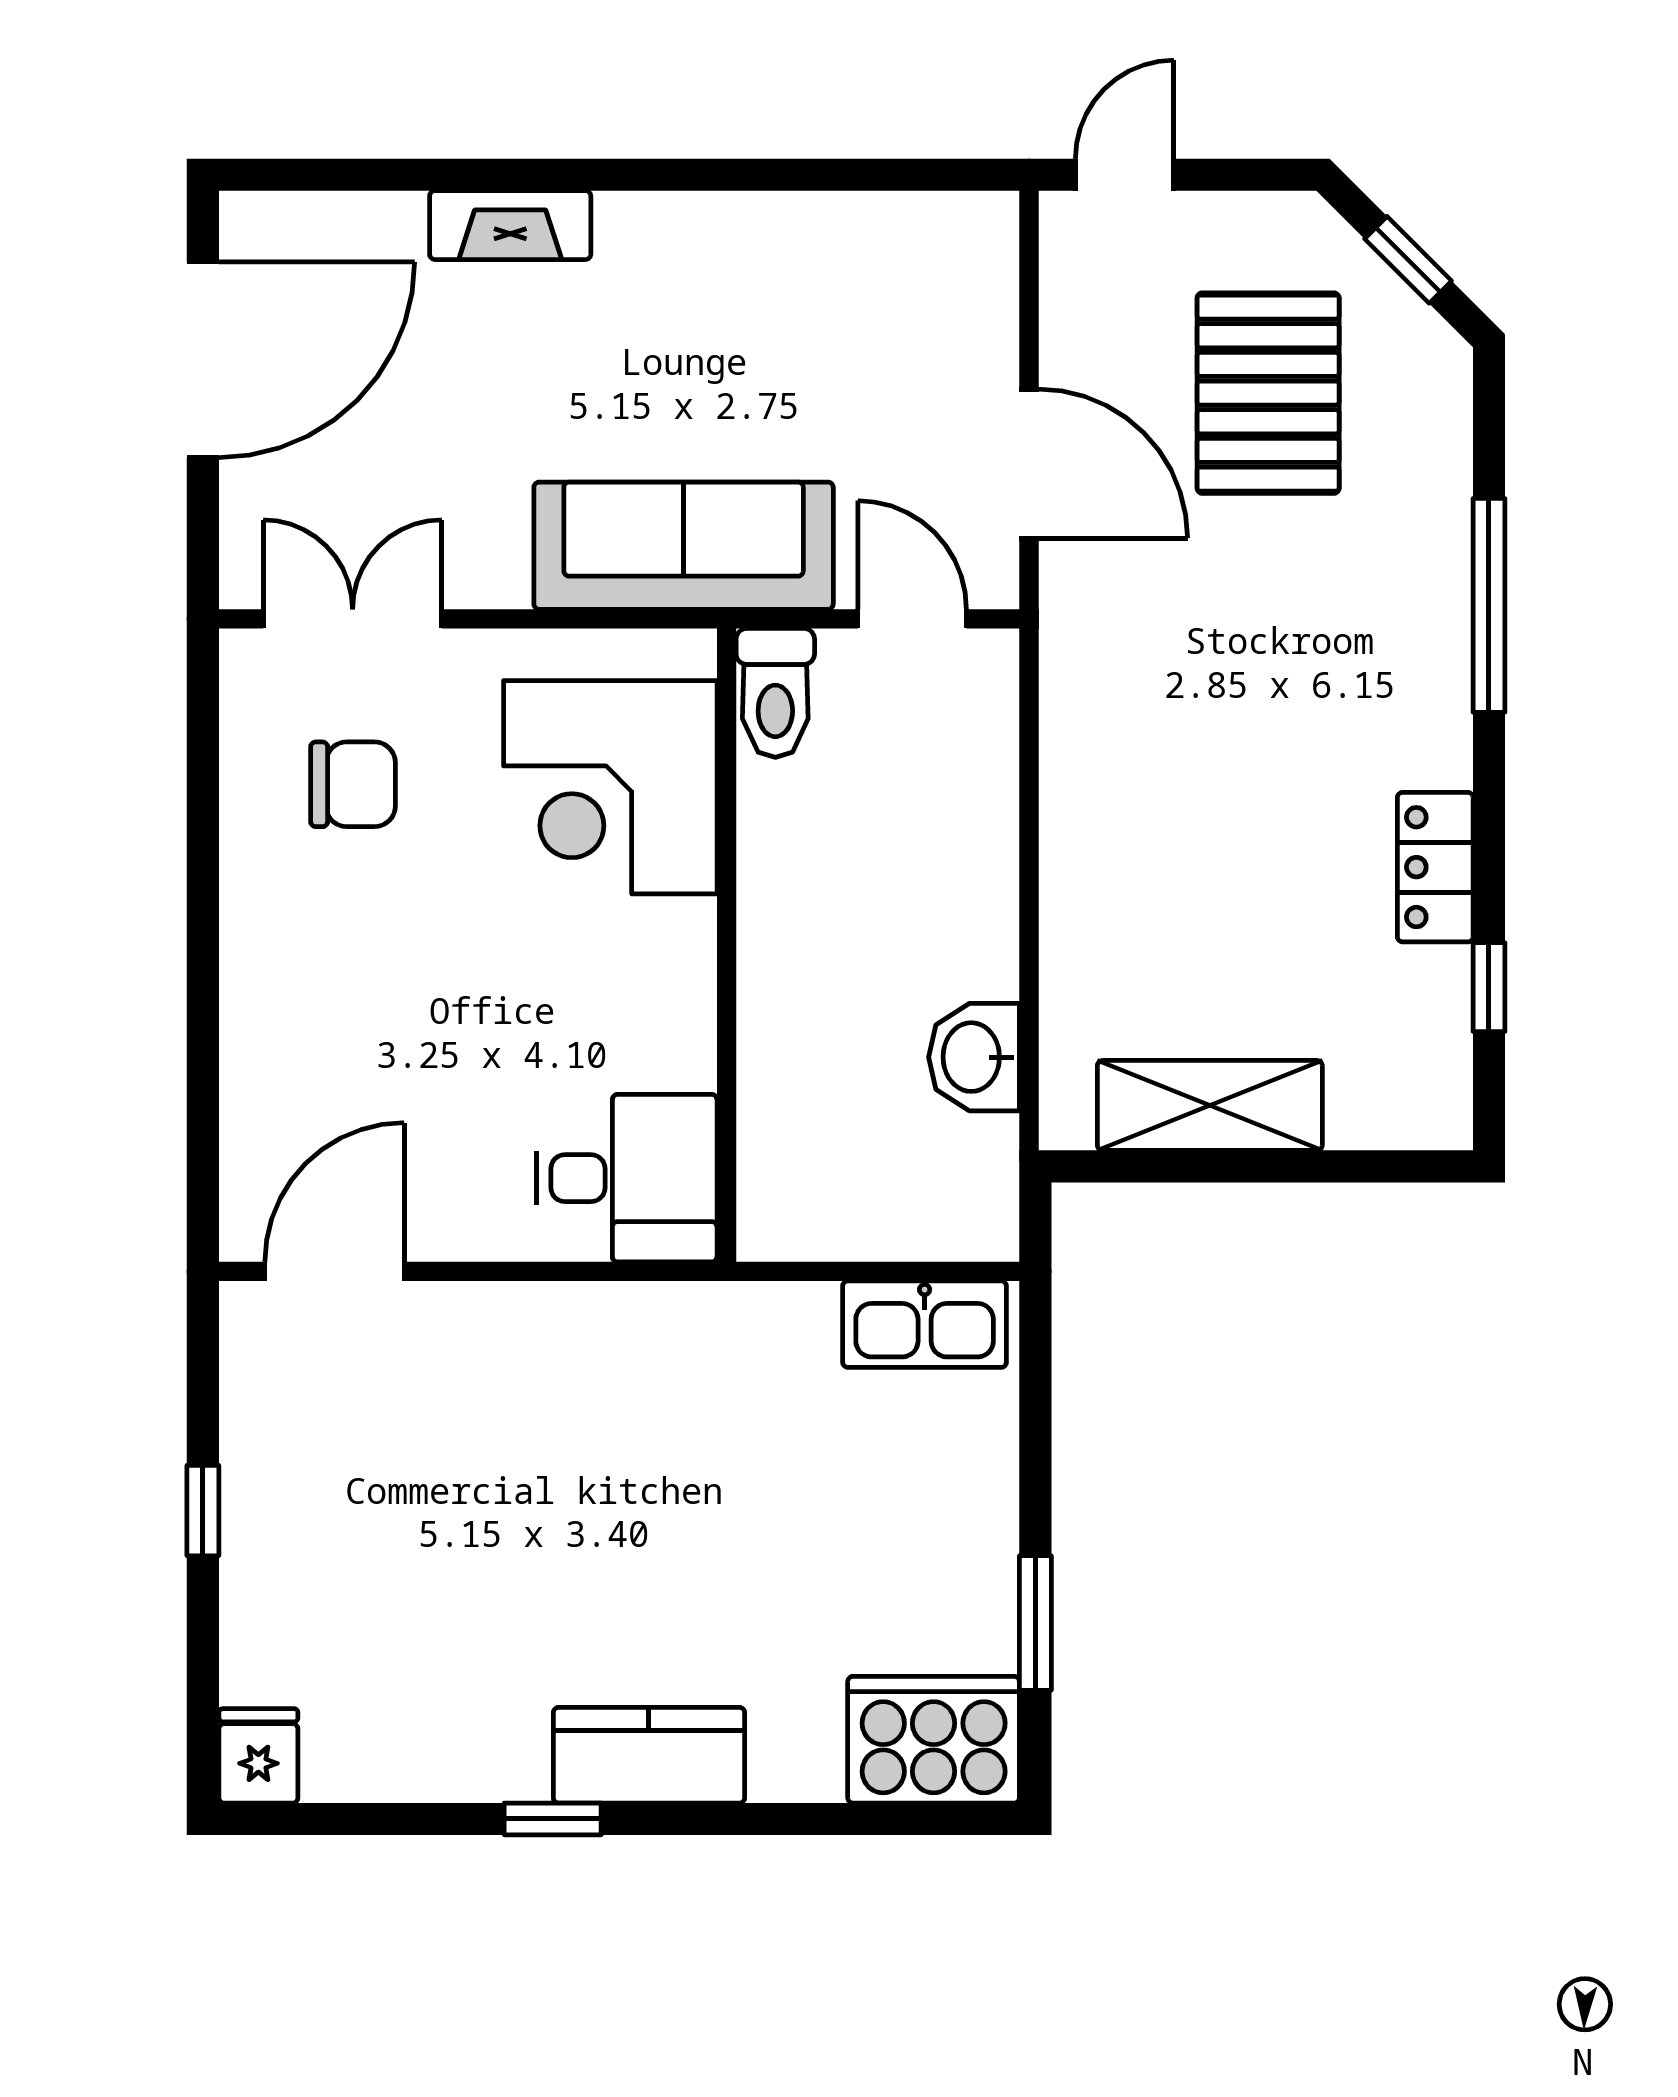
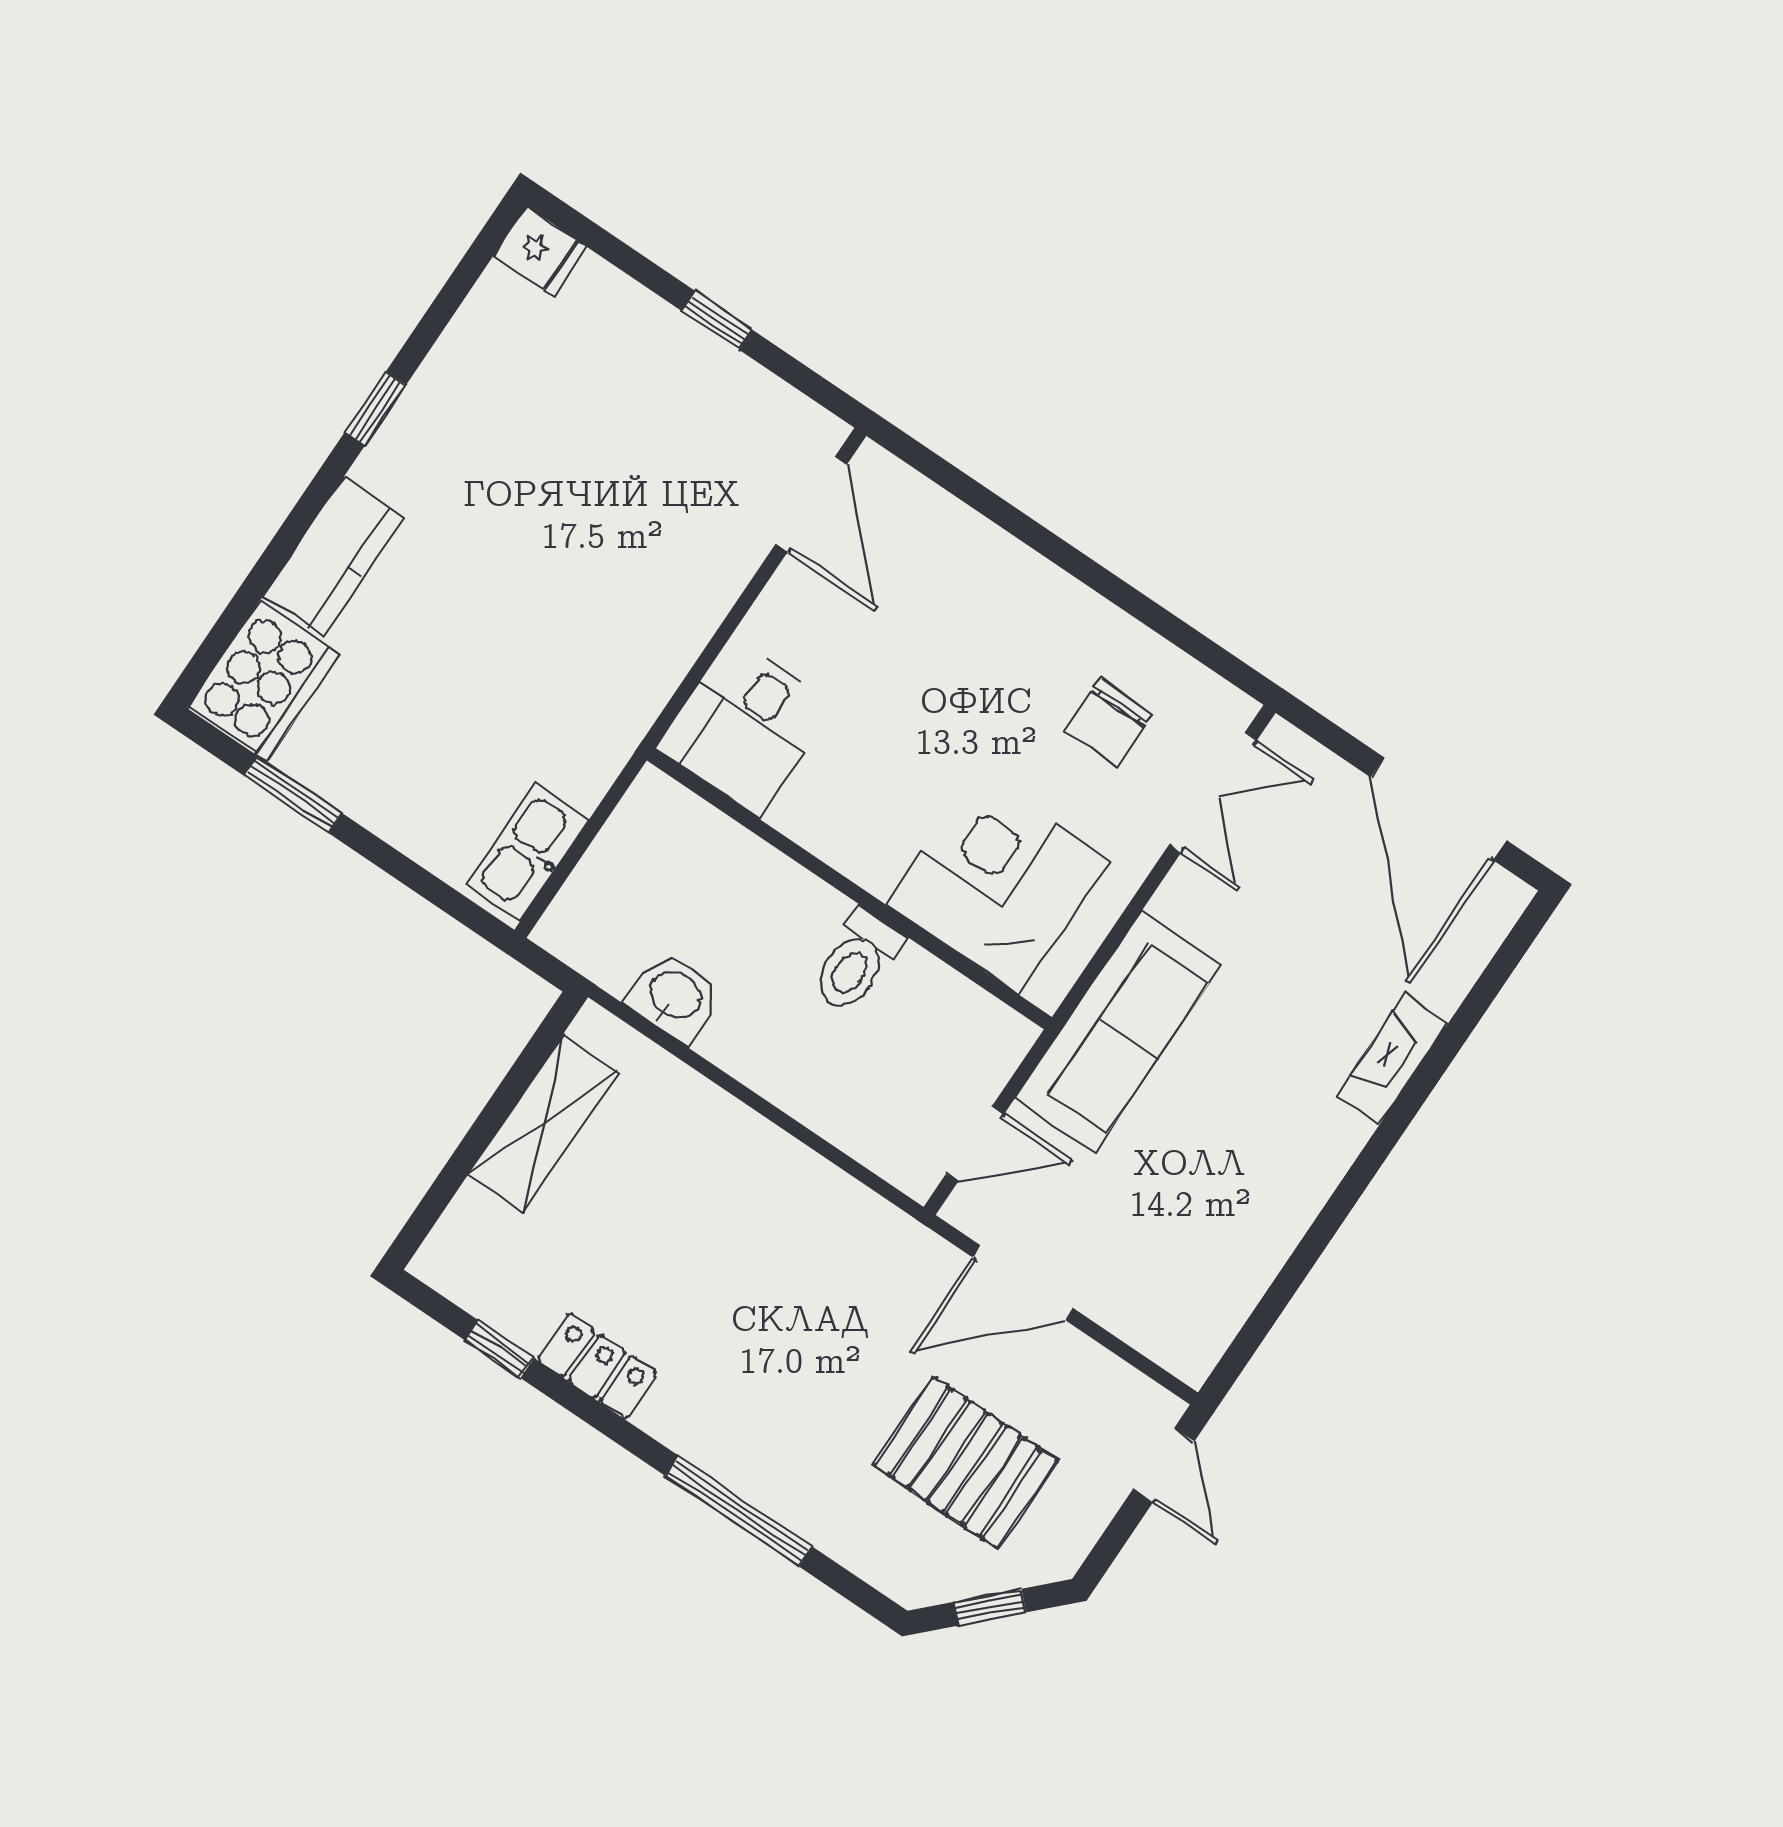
toilet: (775, 693) -> (857, 962), moved, turned -90
kitchen counter: (649, 1755) -> (333, 557), moved

